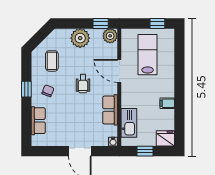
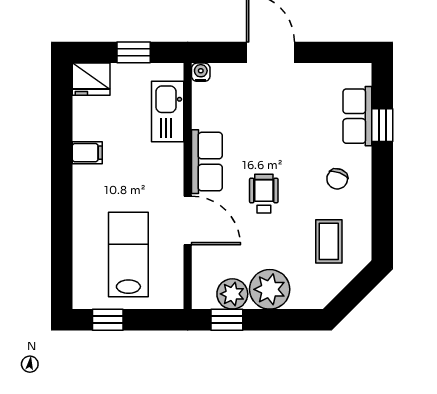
plant: (110, 36) -> (232, 294), moved
lab bench: (148, 55) -> (128, 255), turned 180
window: (26, 89) -> (382, 125), moved
row of seats: (110, 110) -> (207, 162), moved

